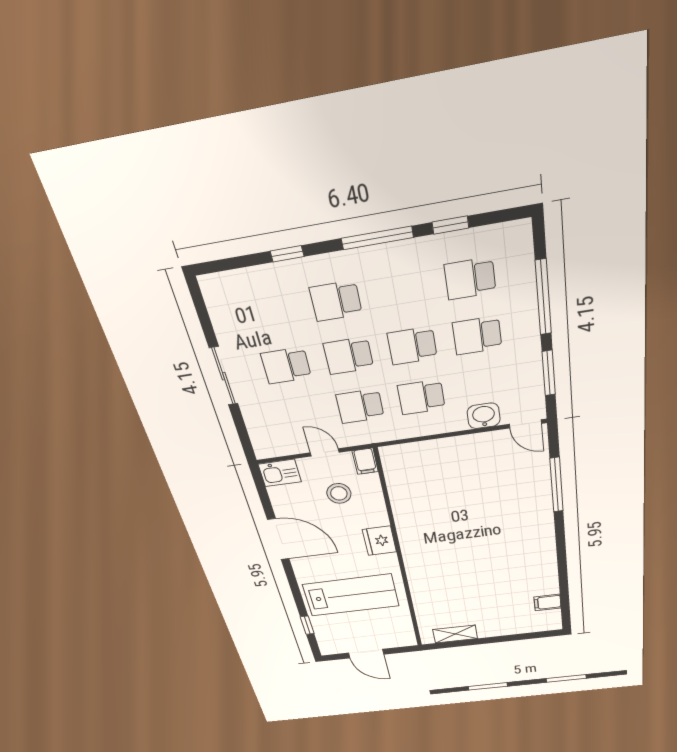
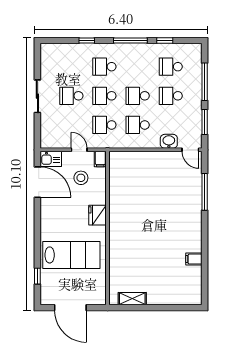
door: (278, 539) -> (37, 182), moved
filing cabinet: (548, 602) -> (194, 259), moved
door: (366, 654) -> (70, 308), width x1.36

